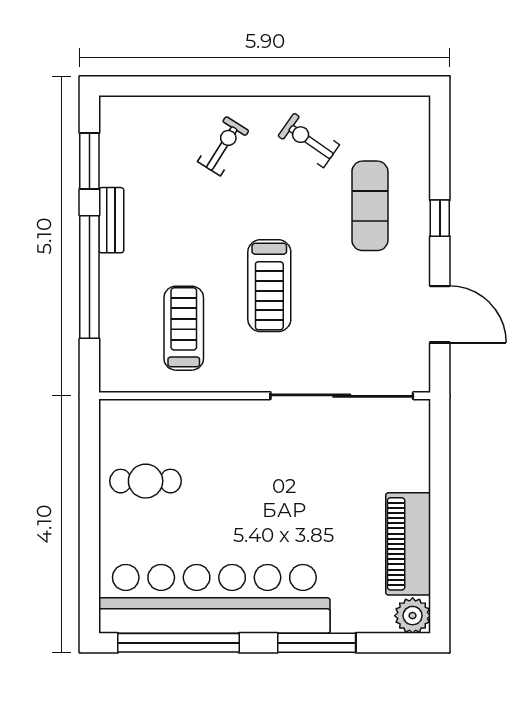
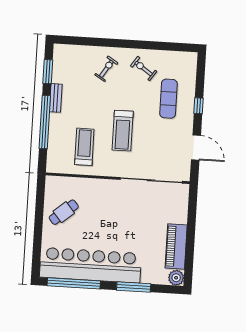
cafe table: (146, 481) -> (64, 212), turned -40

